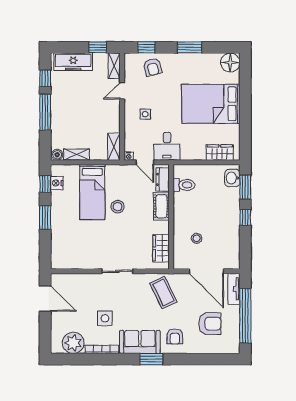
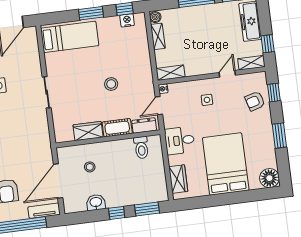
door: (122, 91) -> (227, 74), hinge flipped
desk: (167, 146) -> (180, 141), moved
washbasin: (232, 178) -> (96, 202), moved
bed: (92, 192) -> (70, 37), moved, turned 180
wardrobe: (161, 248) -> (88, 131), moved
coffee table: (163, 293) -> (31, 141), removed

